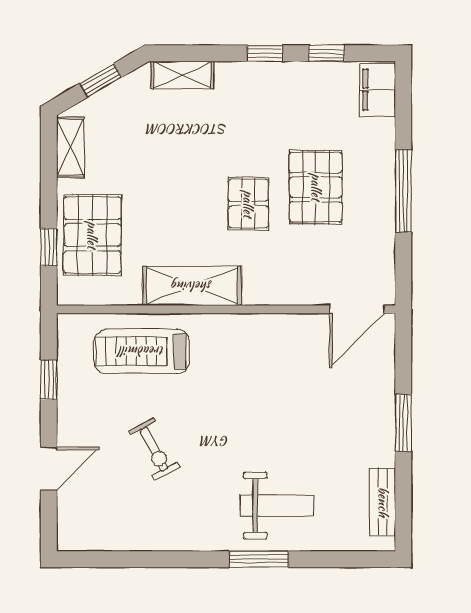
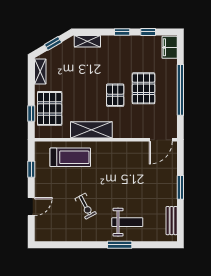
window: (403, 191) -> (180, 90), width x1.46
treadmill: (142, 351) -> (70, 157), turned 180
exercise bike: (154, 449) -> (86, 206), moved

